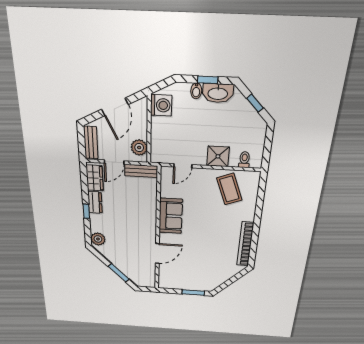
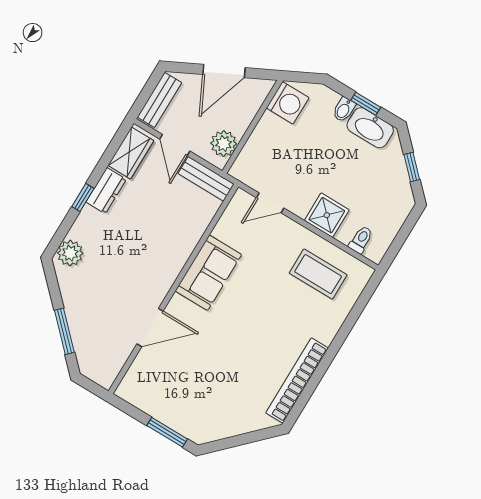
door: (114, 162) -> (175, 145), hinge flipped
coffee table: (229, 189) -> (318, 274), turned -69

